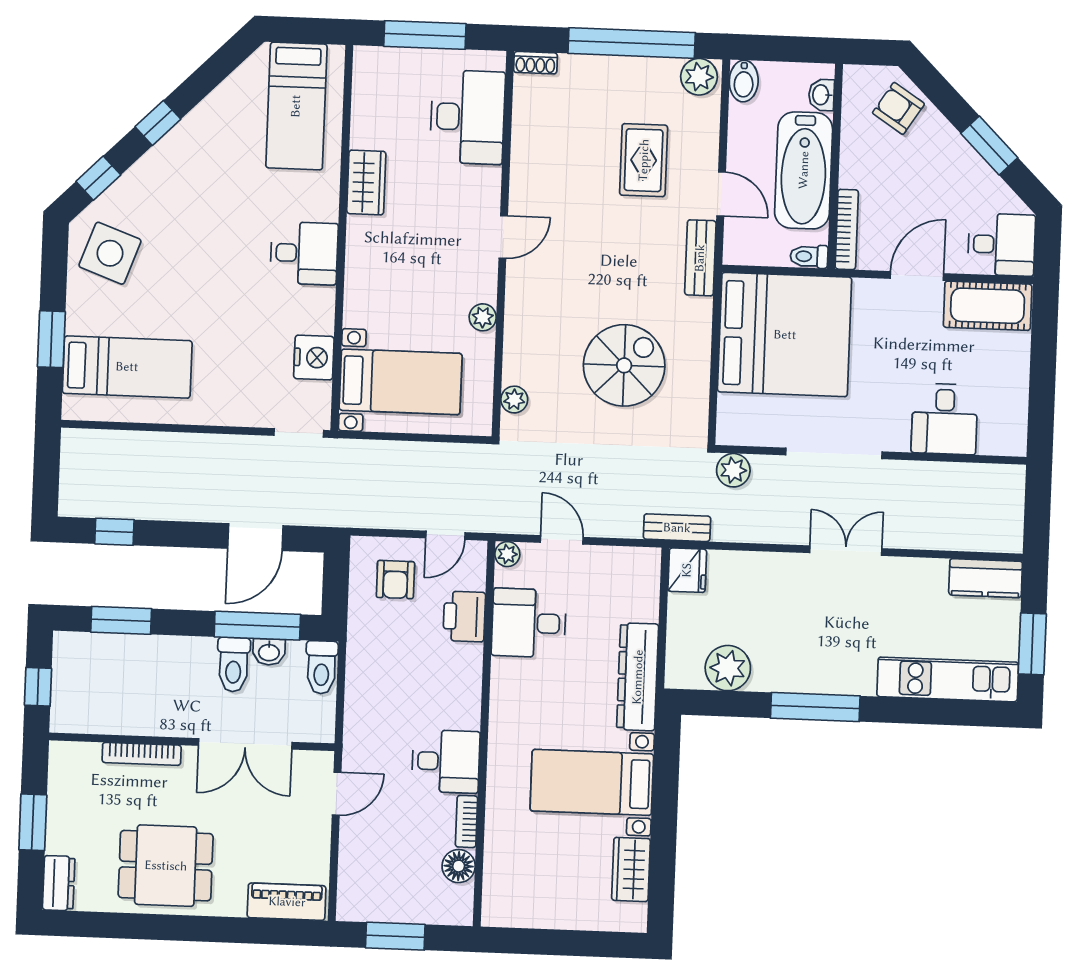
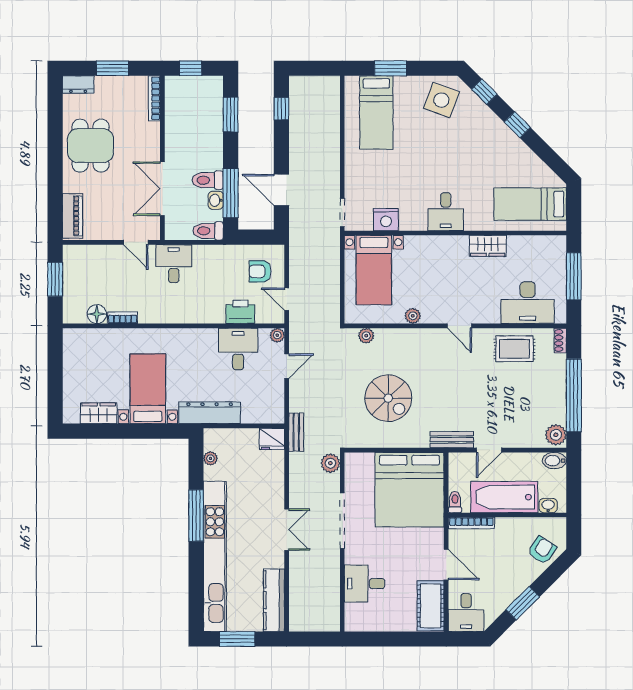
rug: (644, 160) -> (515, 349), moved
kitchen counter: (986, 578) -> (274, 600), width x1.50
plant: (728, 668) -> (210, 458), width x0.53, depth x0.53
kitchen unit: (948, 679) -> (215, 556), width x1.86
bookcase: (142, 754) -> (154, 98), moved
desk: (446, 761) -> (174, 264), moved, turned 180

